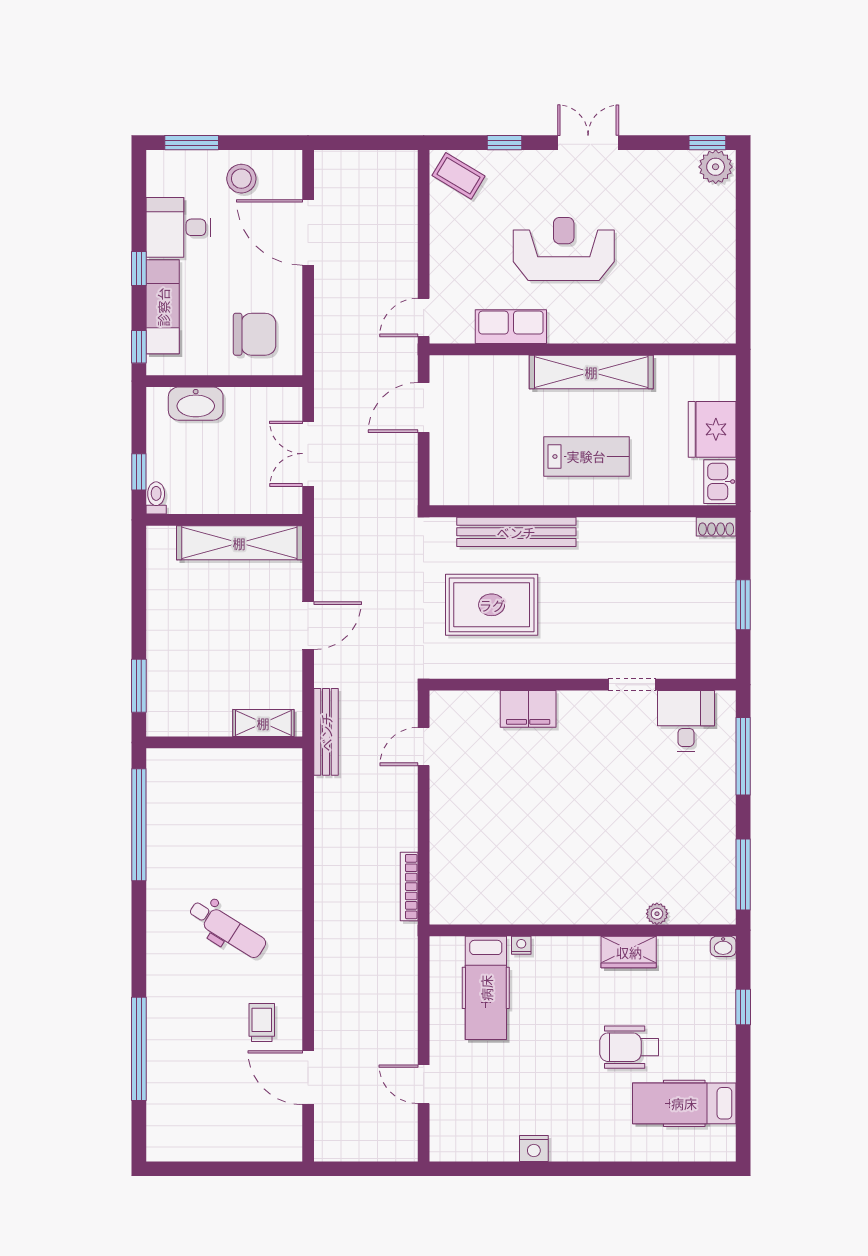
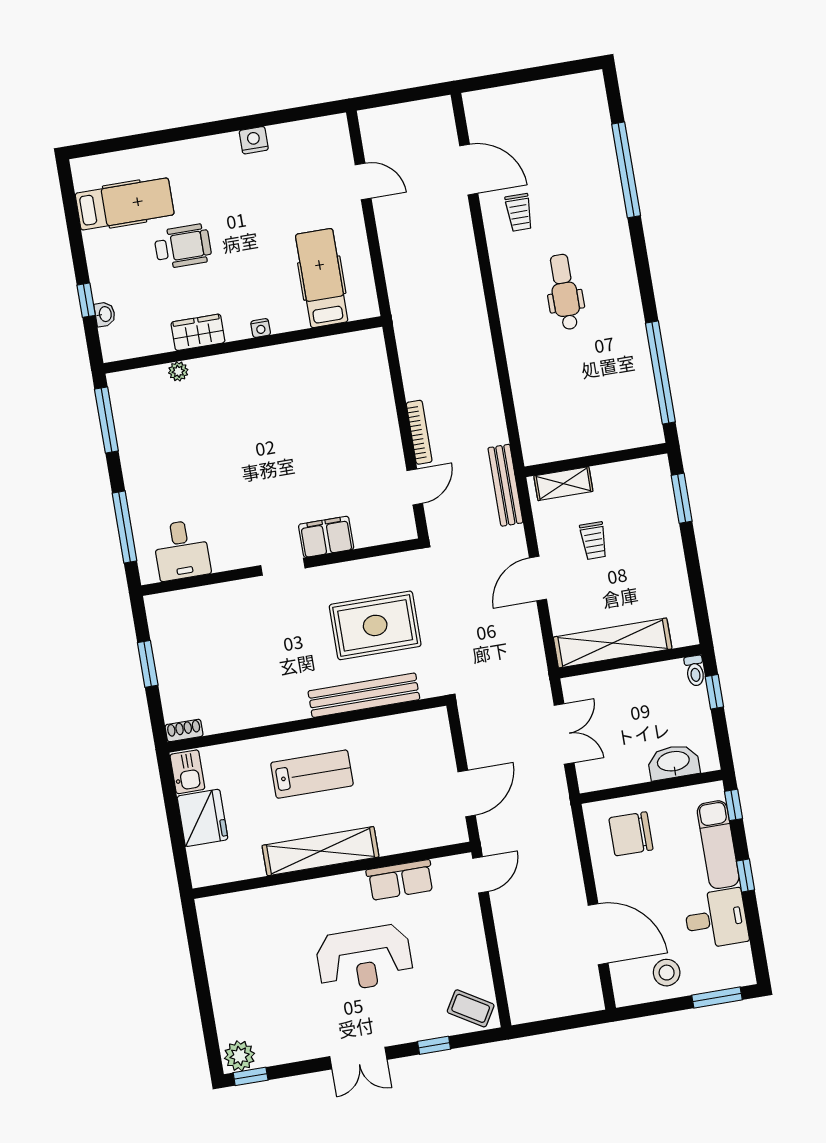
lab bench: (586, 456) -> (312, 774), turned 180
trolley: (241, 656) -> (594, 541), added
doorway: (632, 685) -> (283, 567), moved
bookcase: (409, 887) -> (419, 432), moved
dental chair: (227, 929) -> (565, 292), turned 58
nightstand: (521, 945) -> (261, 328), moved
washbasin: (723, 946) -> (105, 314), moved, turned 90

